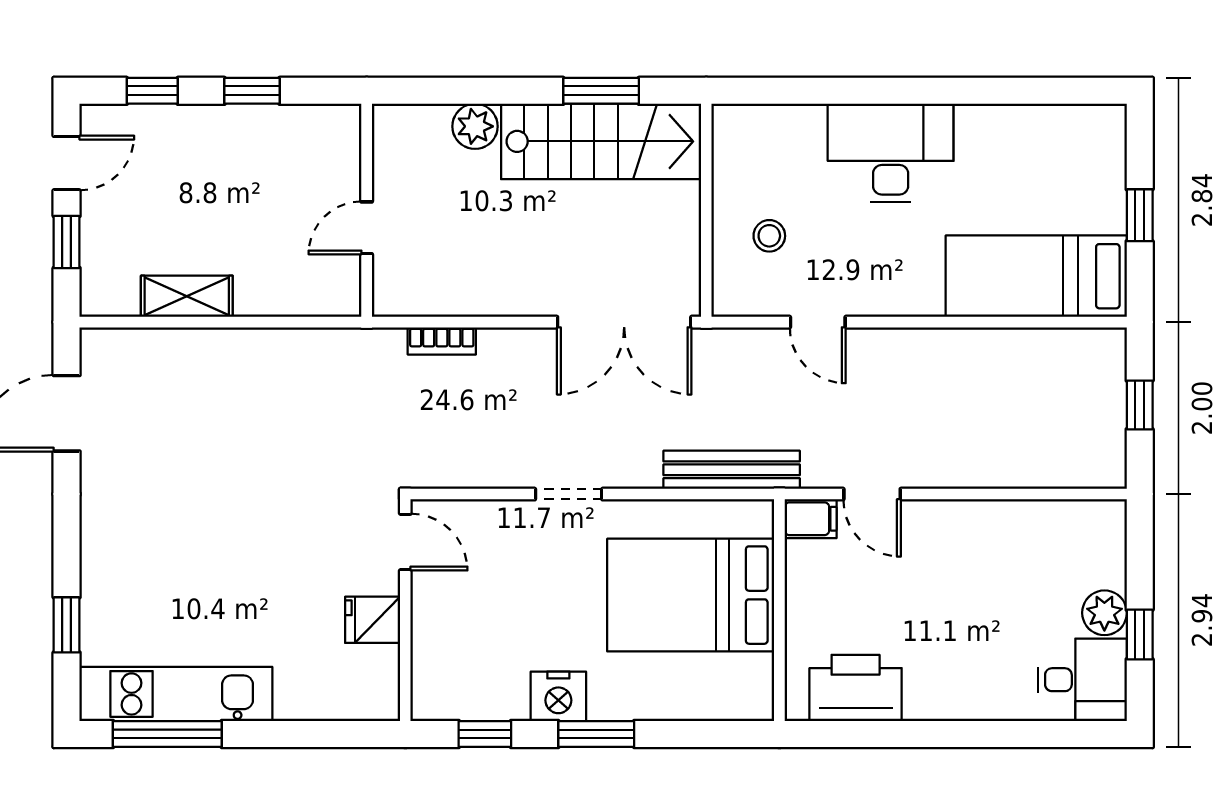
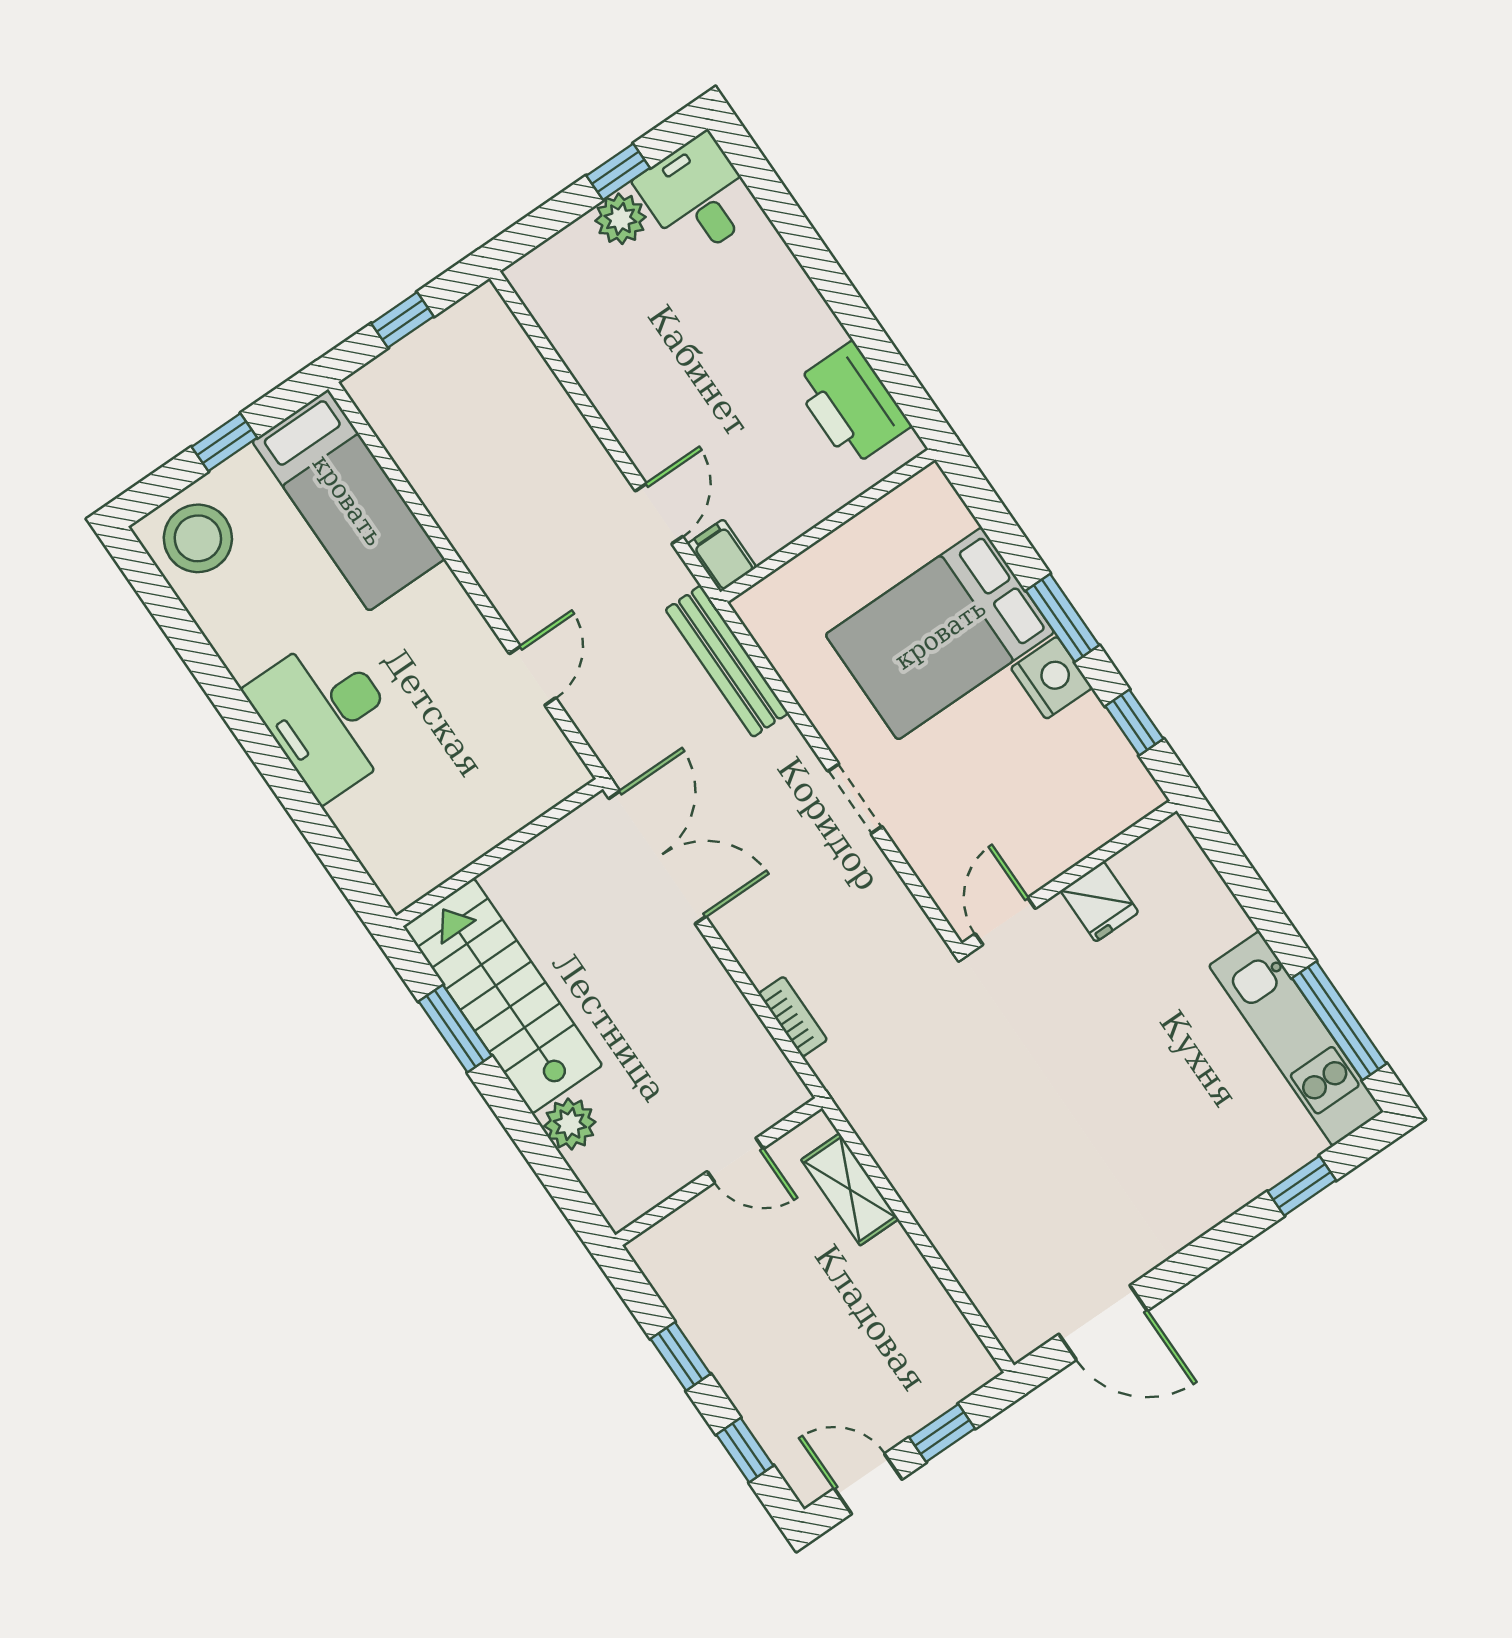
stool: (769, 236) -> (198, 538), moved, width x1.89, depth x1.89
shelving: (187, 296) -> (850, 1189), moved
bed: (691, 595) -> (940, 634), moved, turned 90

